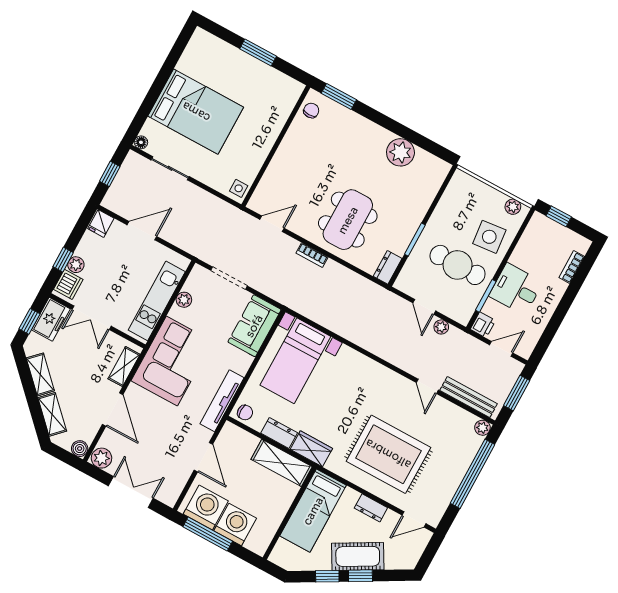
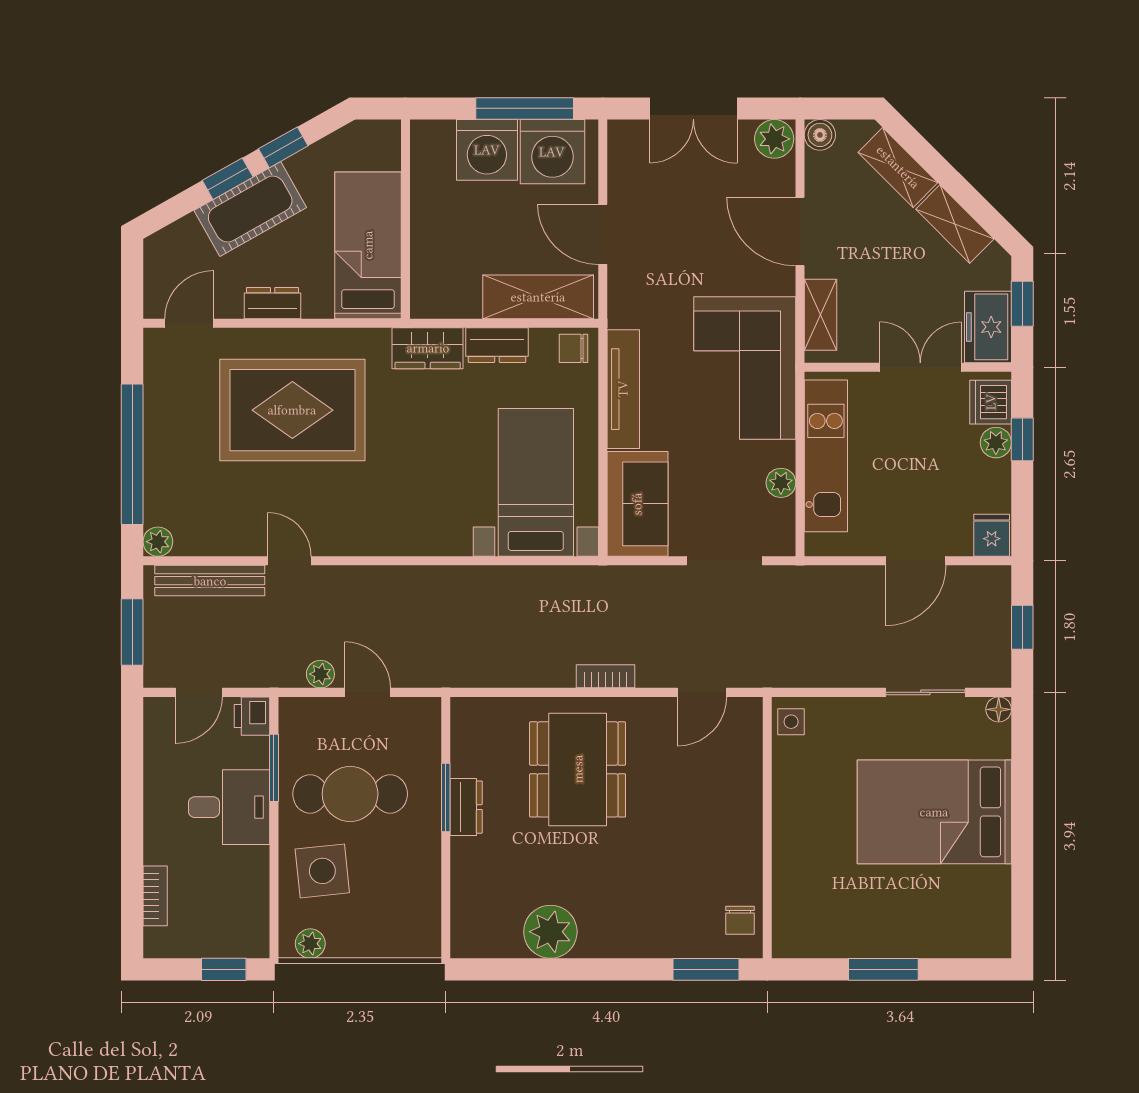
dresser: (388, 267) -> (466, 807), moved
tv unit: (222, 401) -> (623, 389), moved
shelving: (282, 463) -> (538, 297), moved

